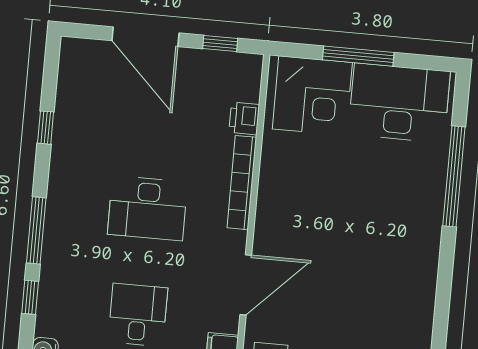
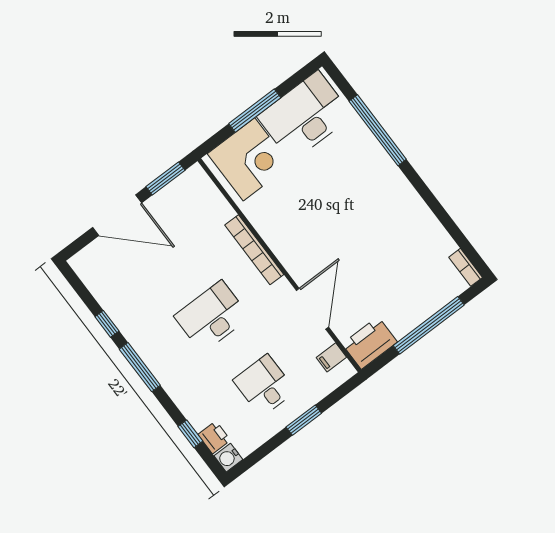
window: (220, 44) -> (165, 178), width x1.50
printer: (244, 118) -> (214, 437), moved, turned 180
desk: (148, 208) -> (212, 317), turned 180
window: (36, 230) -> (140, 367), moved

